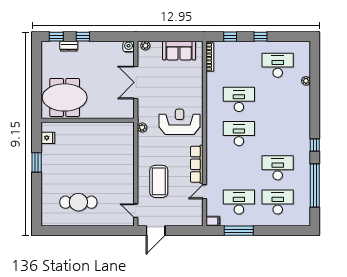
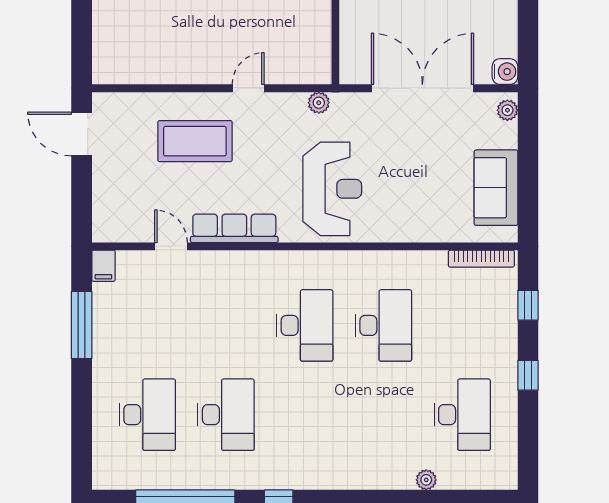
double door: (136, 82) -> (422, 88), width x1.36
desk: (239, 202) -> (147, 325), removed
door: (136, 211) -> (248, 88), moved

